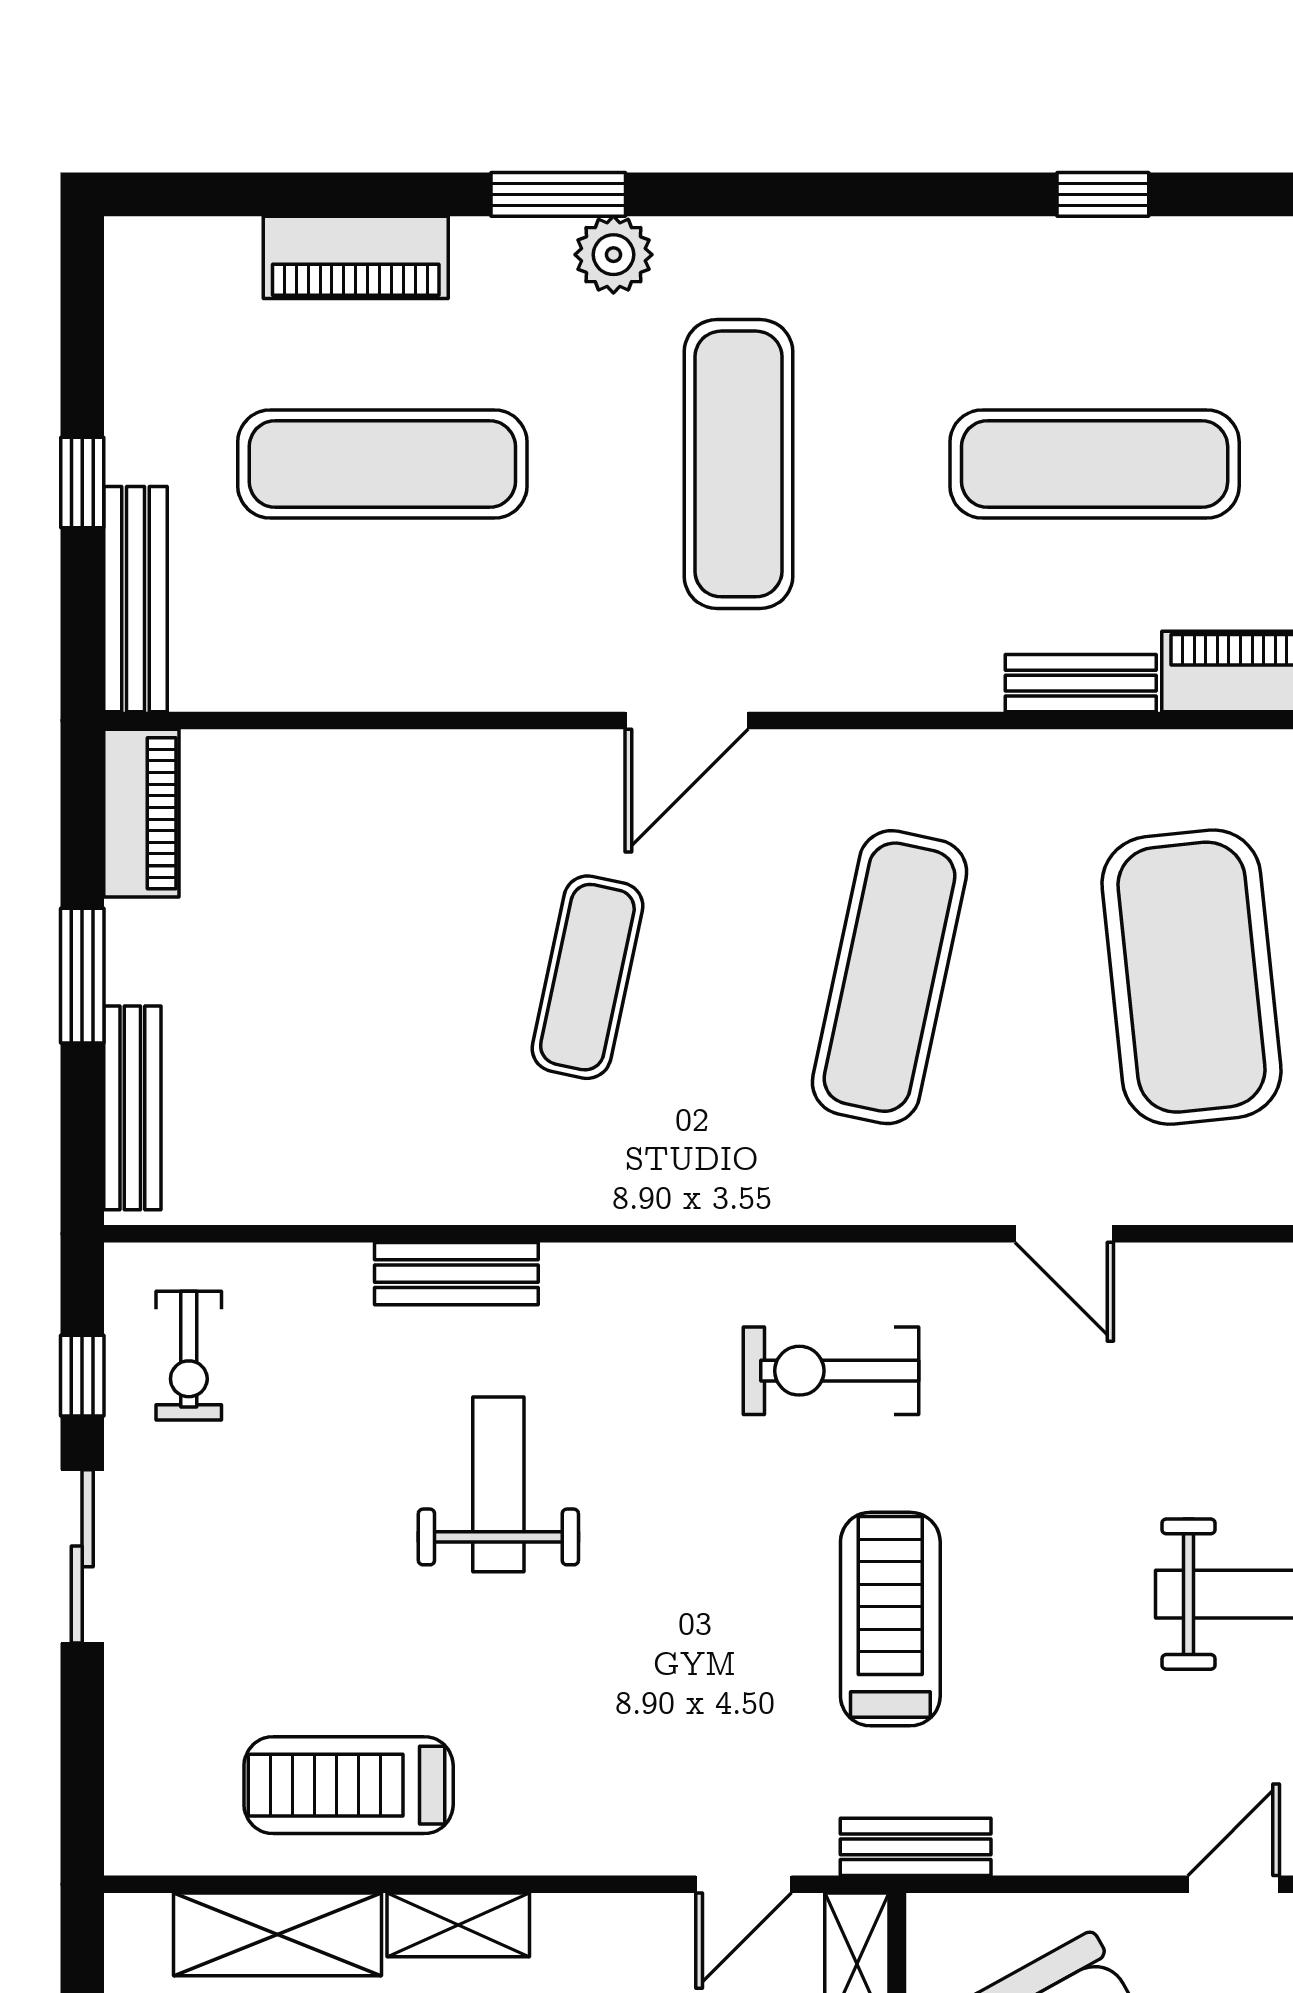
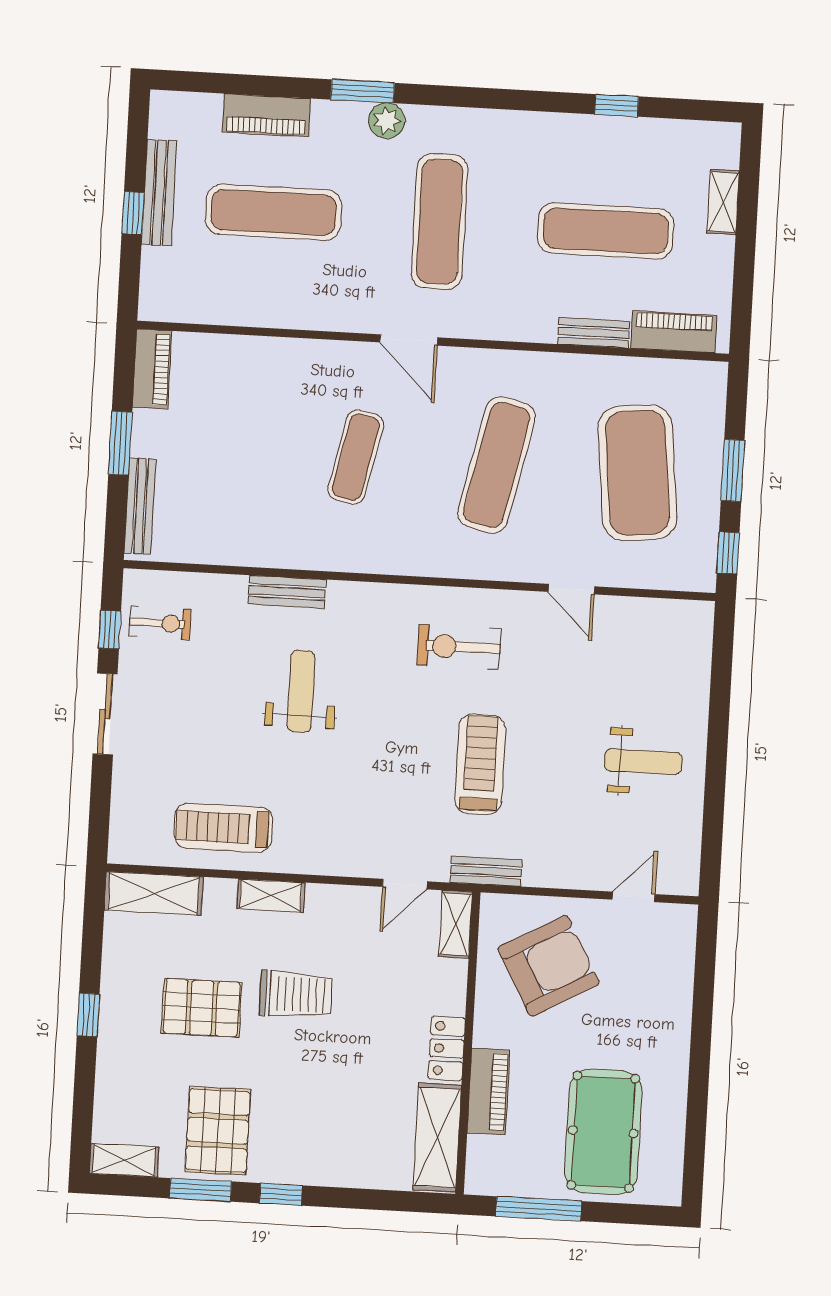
bench: (135, 599) -> (159, 192), moved
door: (687, 721) -> (409, 340), hinge flipped
exercise bike: (189, 1356) -> (160, 623), turned -90
shelving: (278, 1934) -> (154, 894), moved

